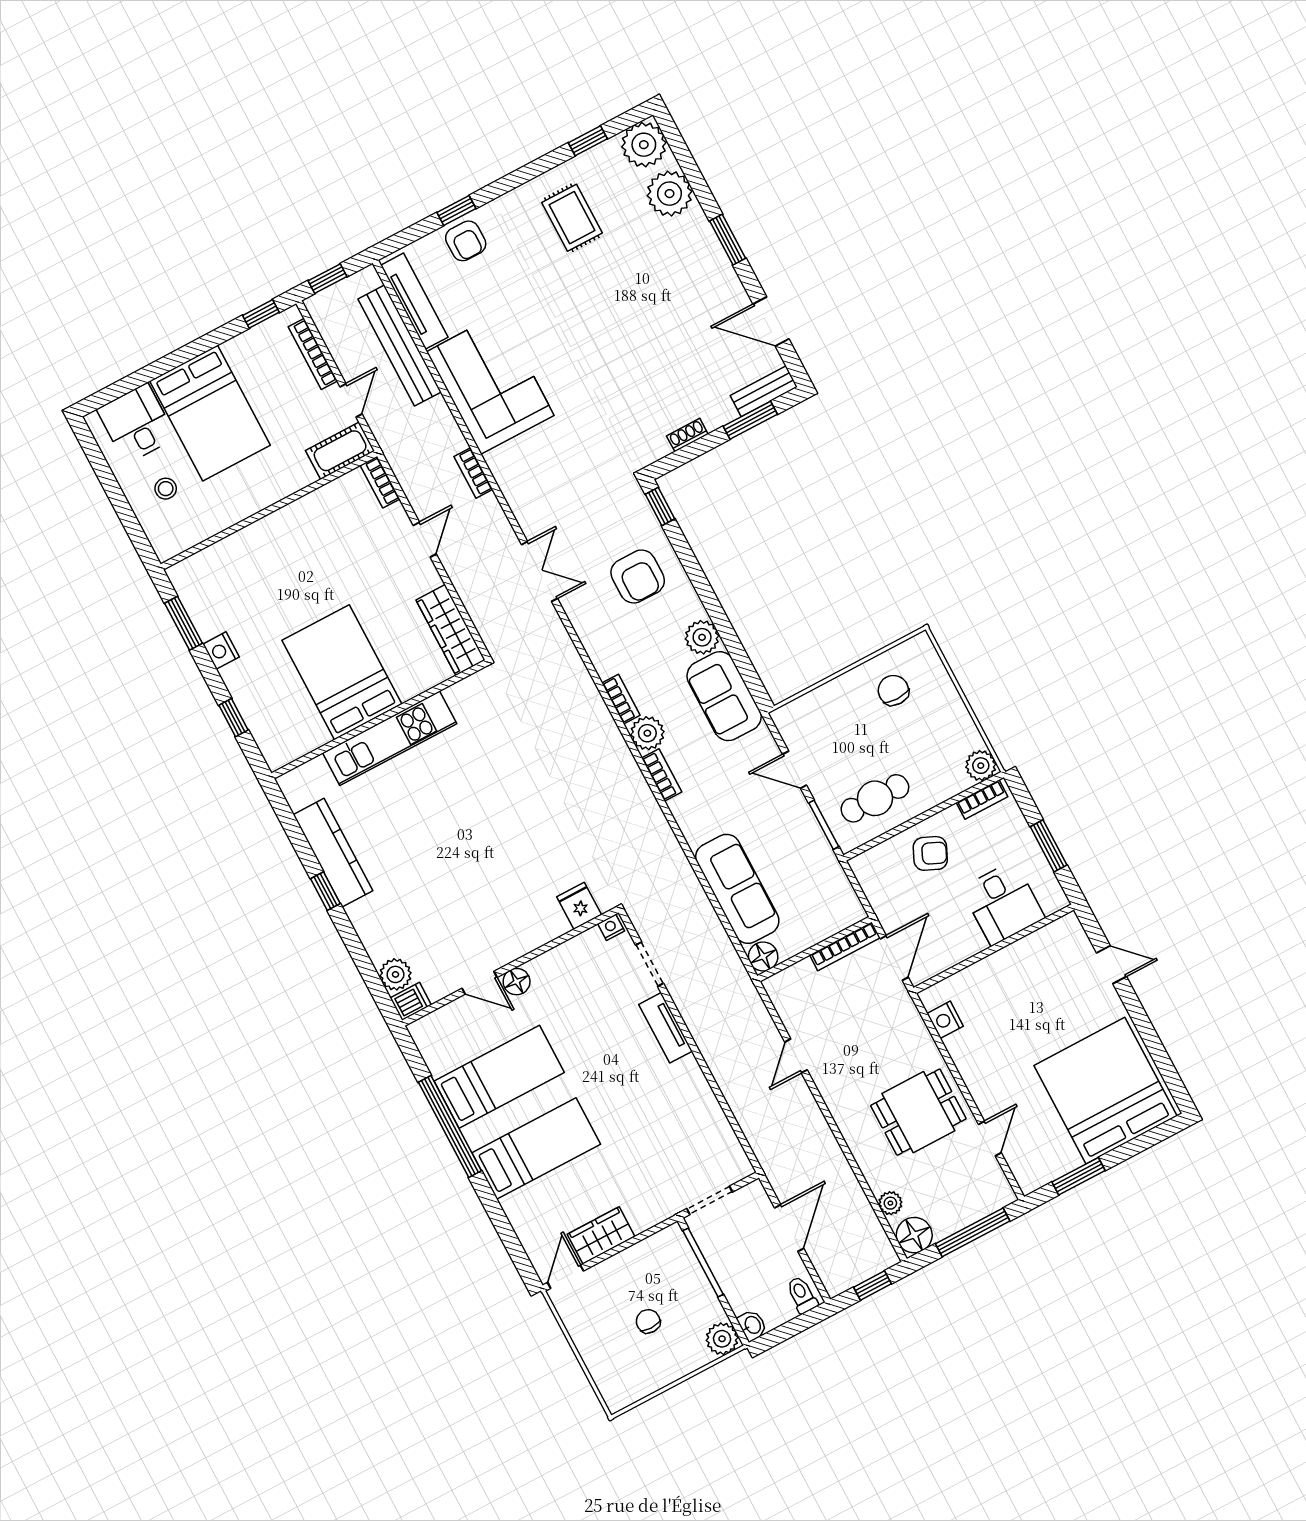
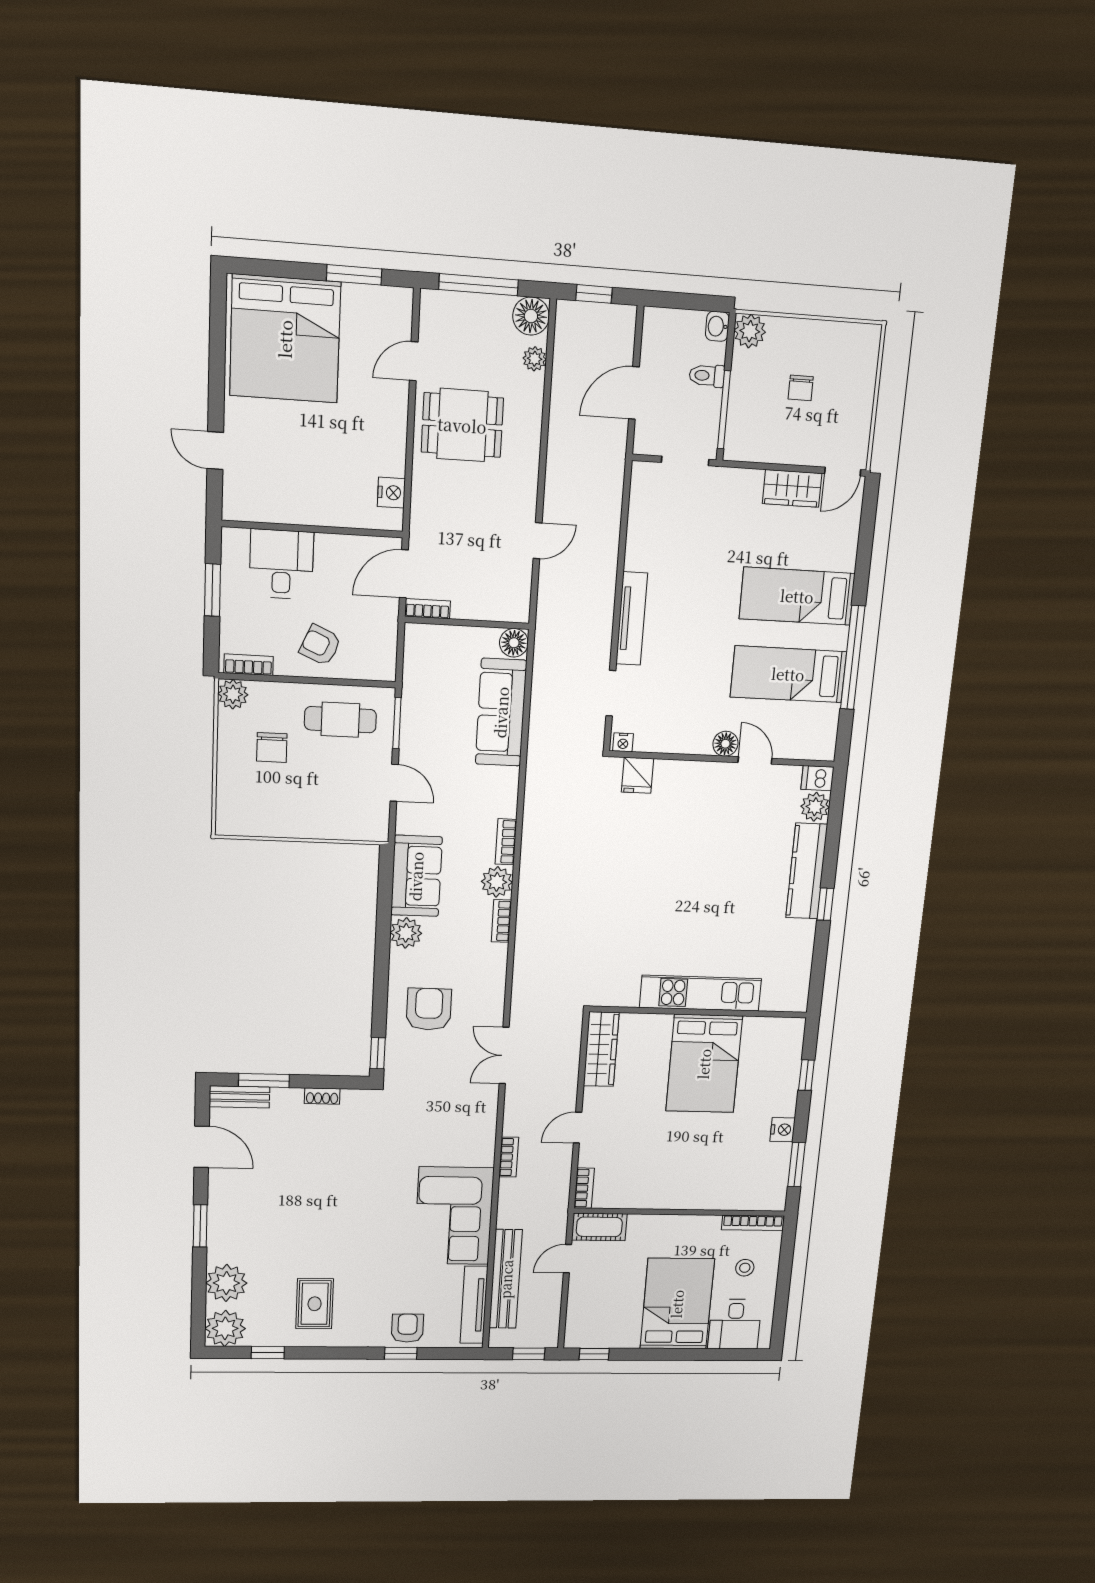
bookcase: (313, 354) -> (753, 1223), moved, turned 90
chair: (893, 690) -> (272, 747), moved
kitchen counter: (333, 853) -> (807, 871), moved
bookcase: (845, 946) -> (427, 609), width x0.64
tv unit: (666, 1028) -> (632, 619), width x1.41
toilet: (802, 1295) -> (707, 376), moved, turned 90

